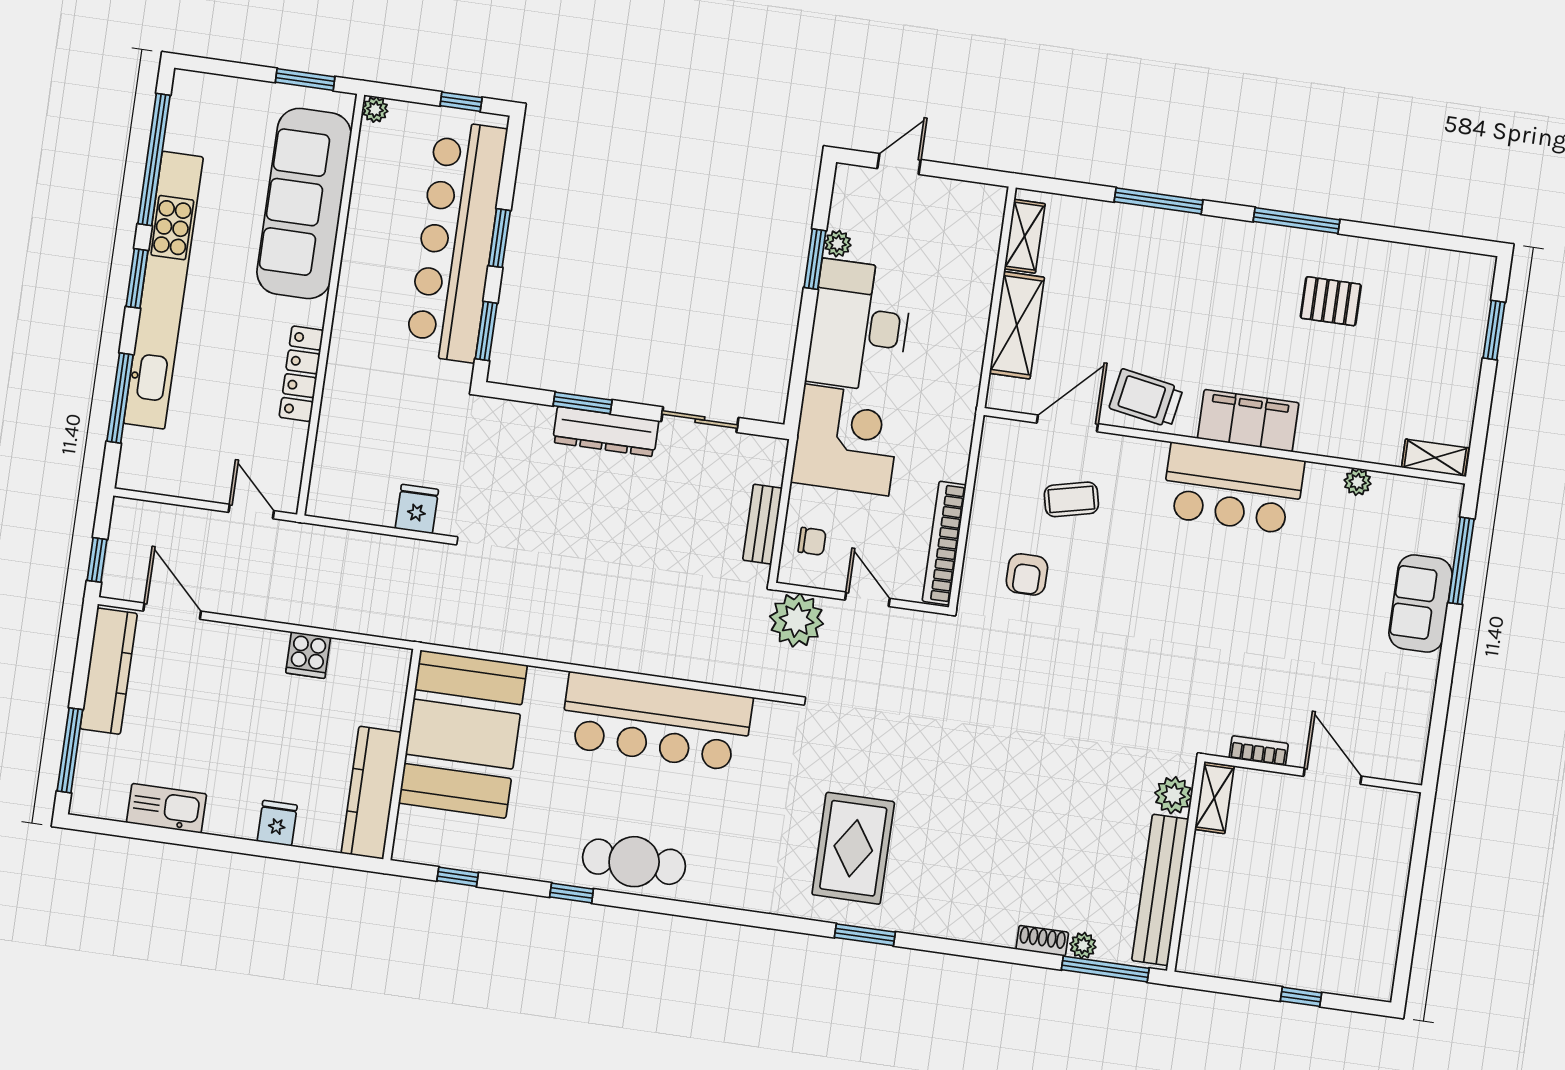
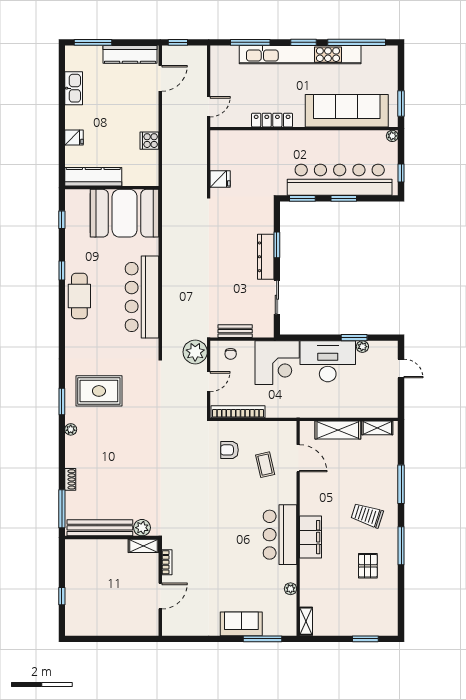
trolley: (1146, 398) -> (367, 515), moved, turned -82
plant: (1083, 945) -> (71, 429), moved

